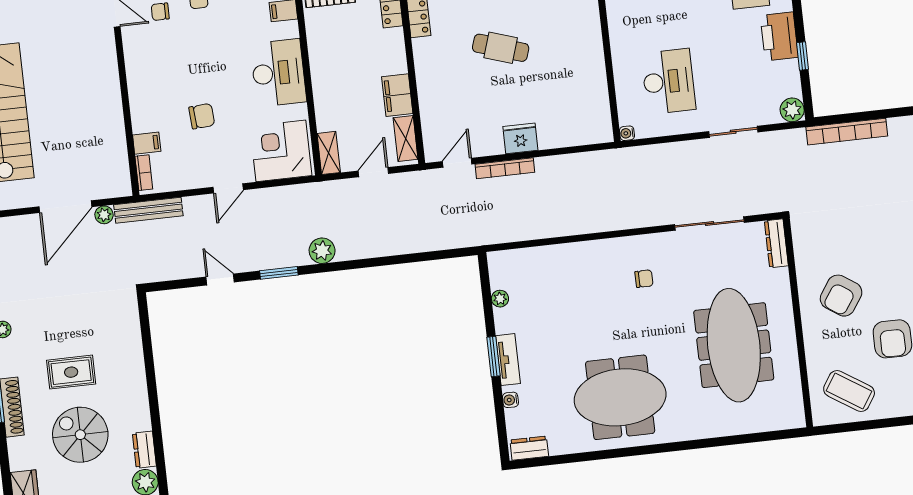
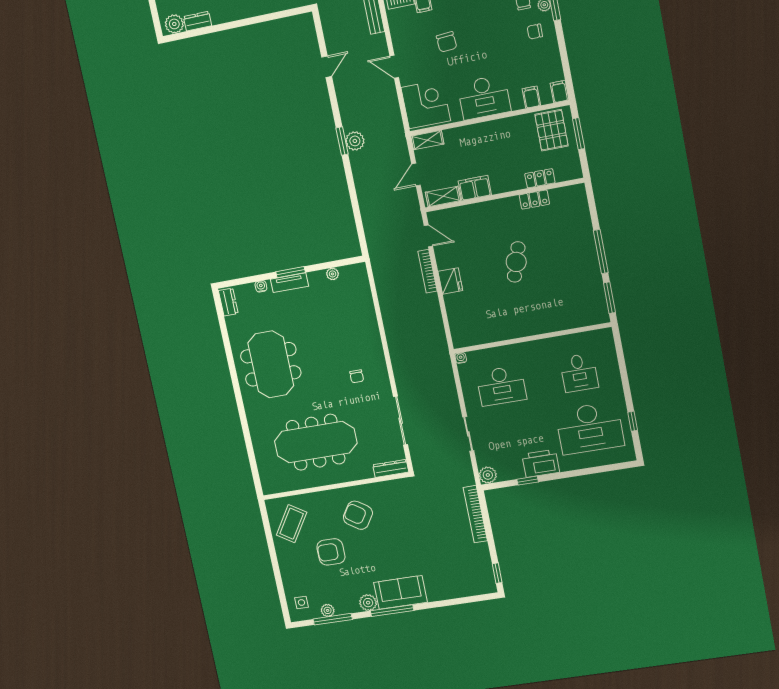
door: (373, 172) -> (416, 175), swing flipped
window: (279, 273) -> (342, 141), moved

